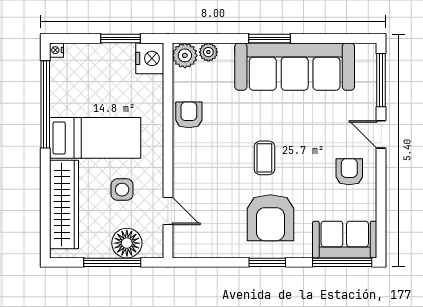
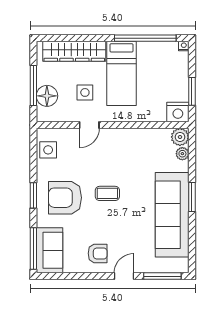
armchair: (189, 115) -> (138, 140), removed
door: (168, 211) -> (89, 125), moved
side table: (203, 242) -> (48, 150), added

